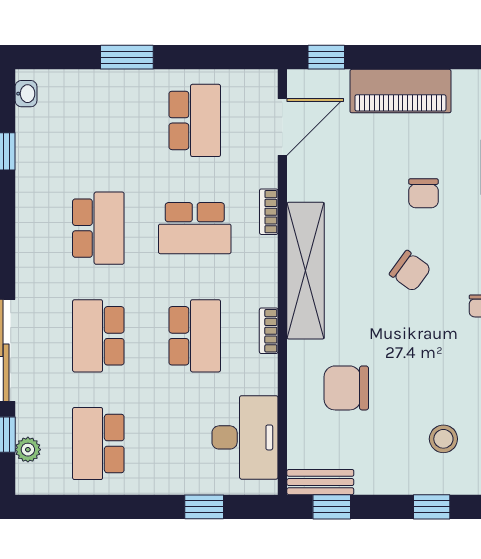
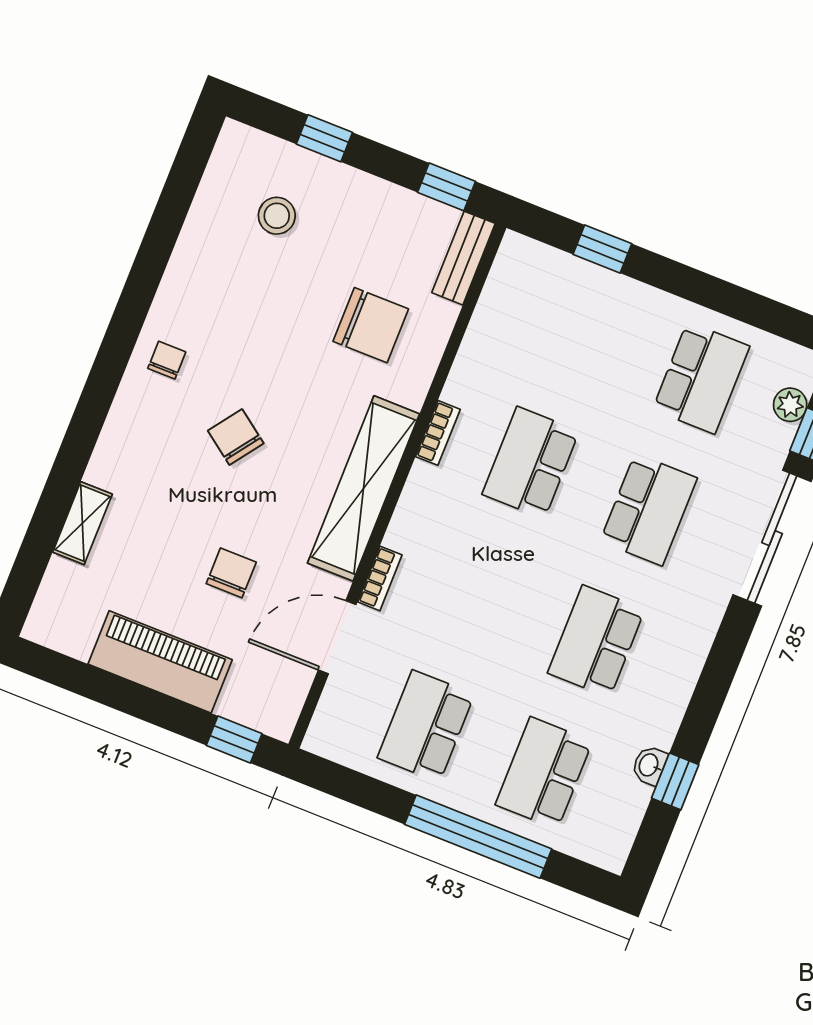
window: (127, 57) -> (478, 837), width x2.11
washbasin: (26, 94) -> (649, 765), moved
door: (282, 127) -> (337, 637), moved
chair: (423, 193) -> (231, 573), moved
school desk: (195, 228) -> (544, 773), moved, turned -90
desk: (245, 437) -> (519, 314), removed
bench: (320, 482) -> (464, 258), moved, turned 90

